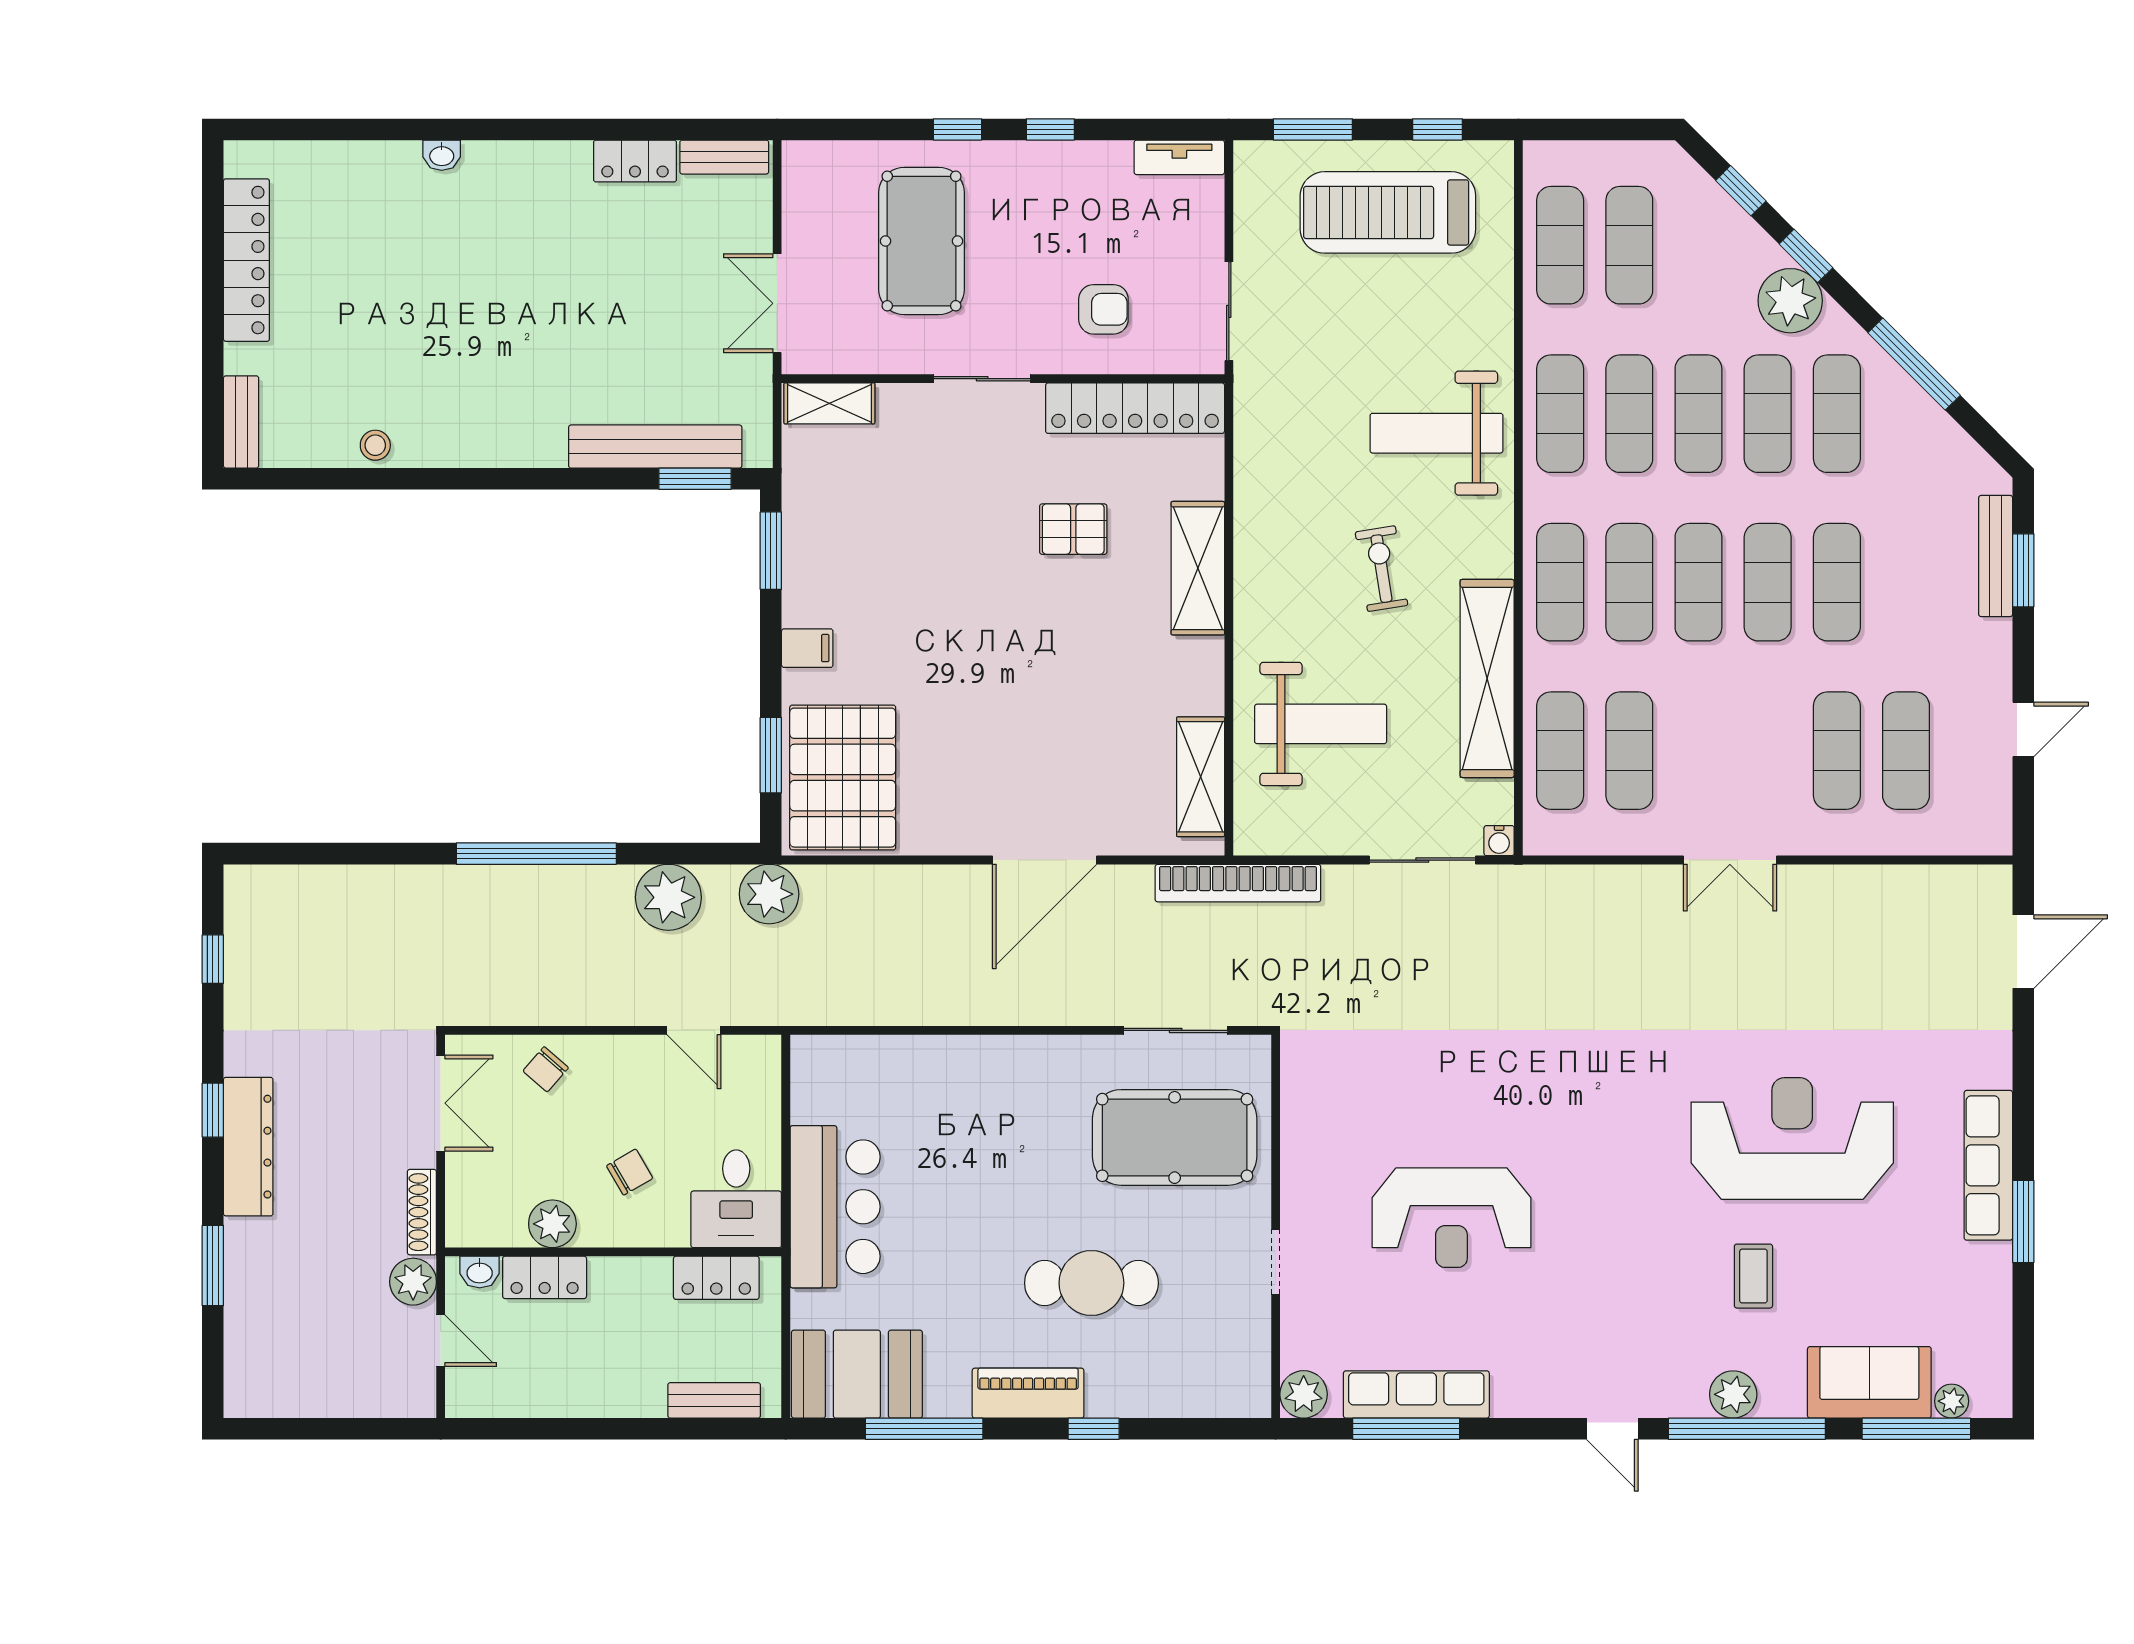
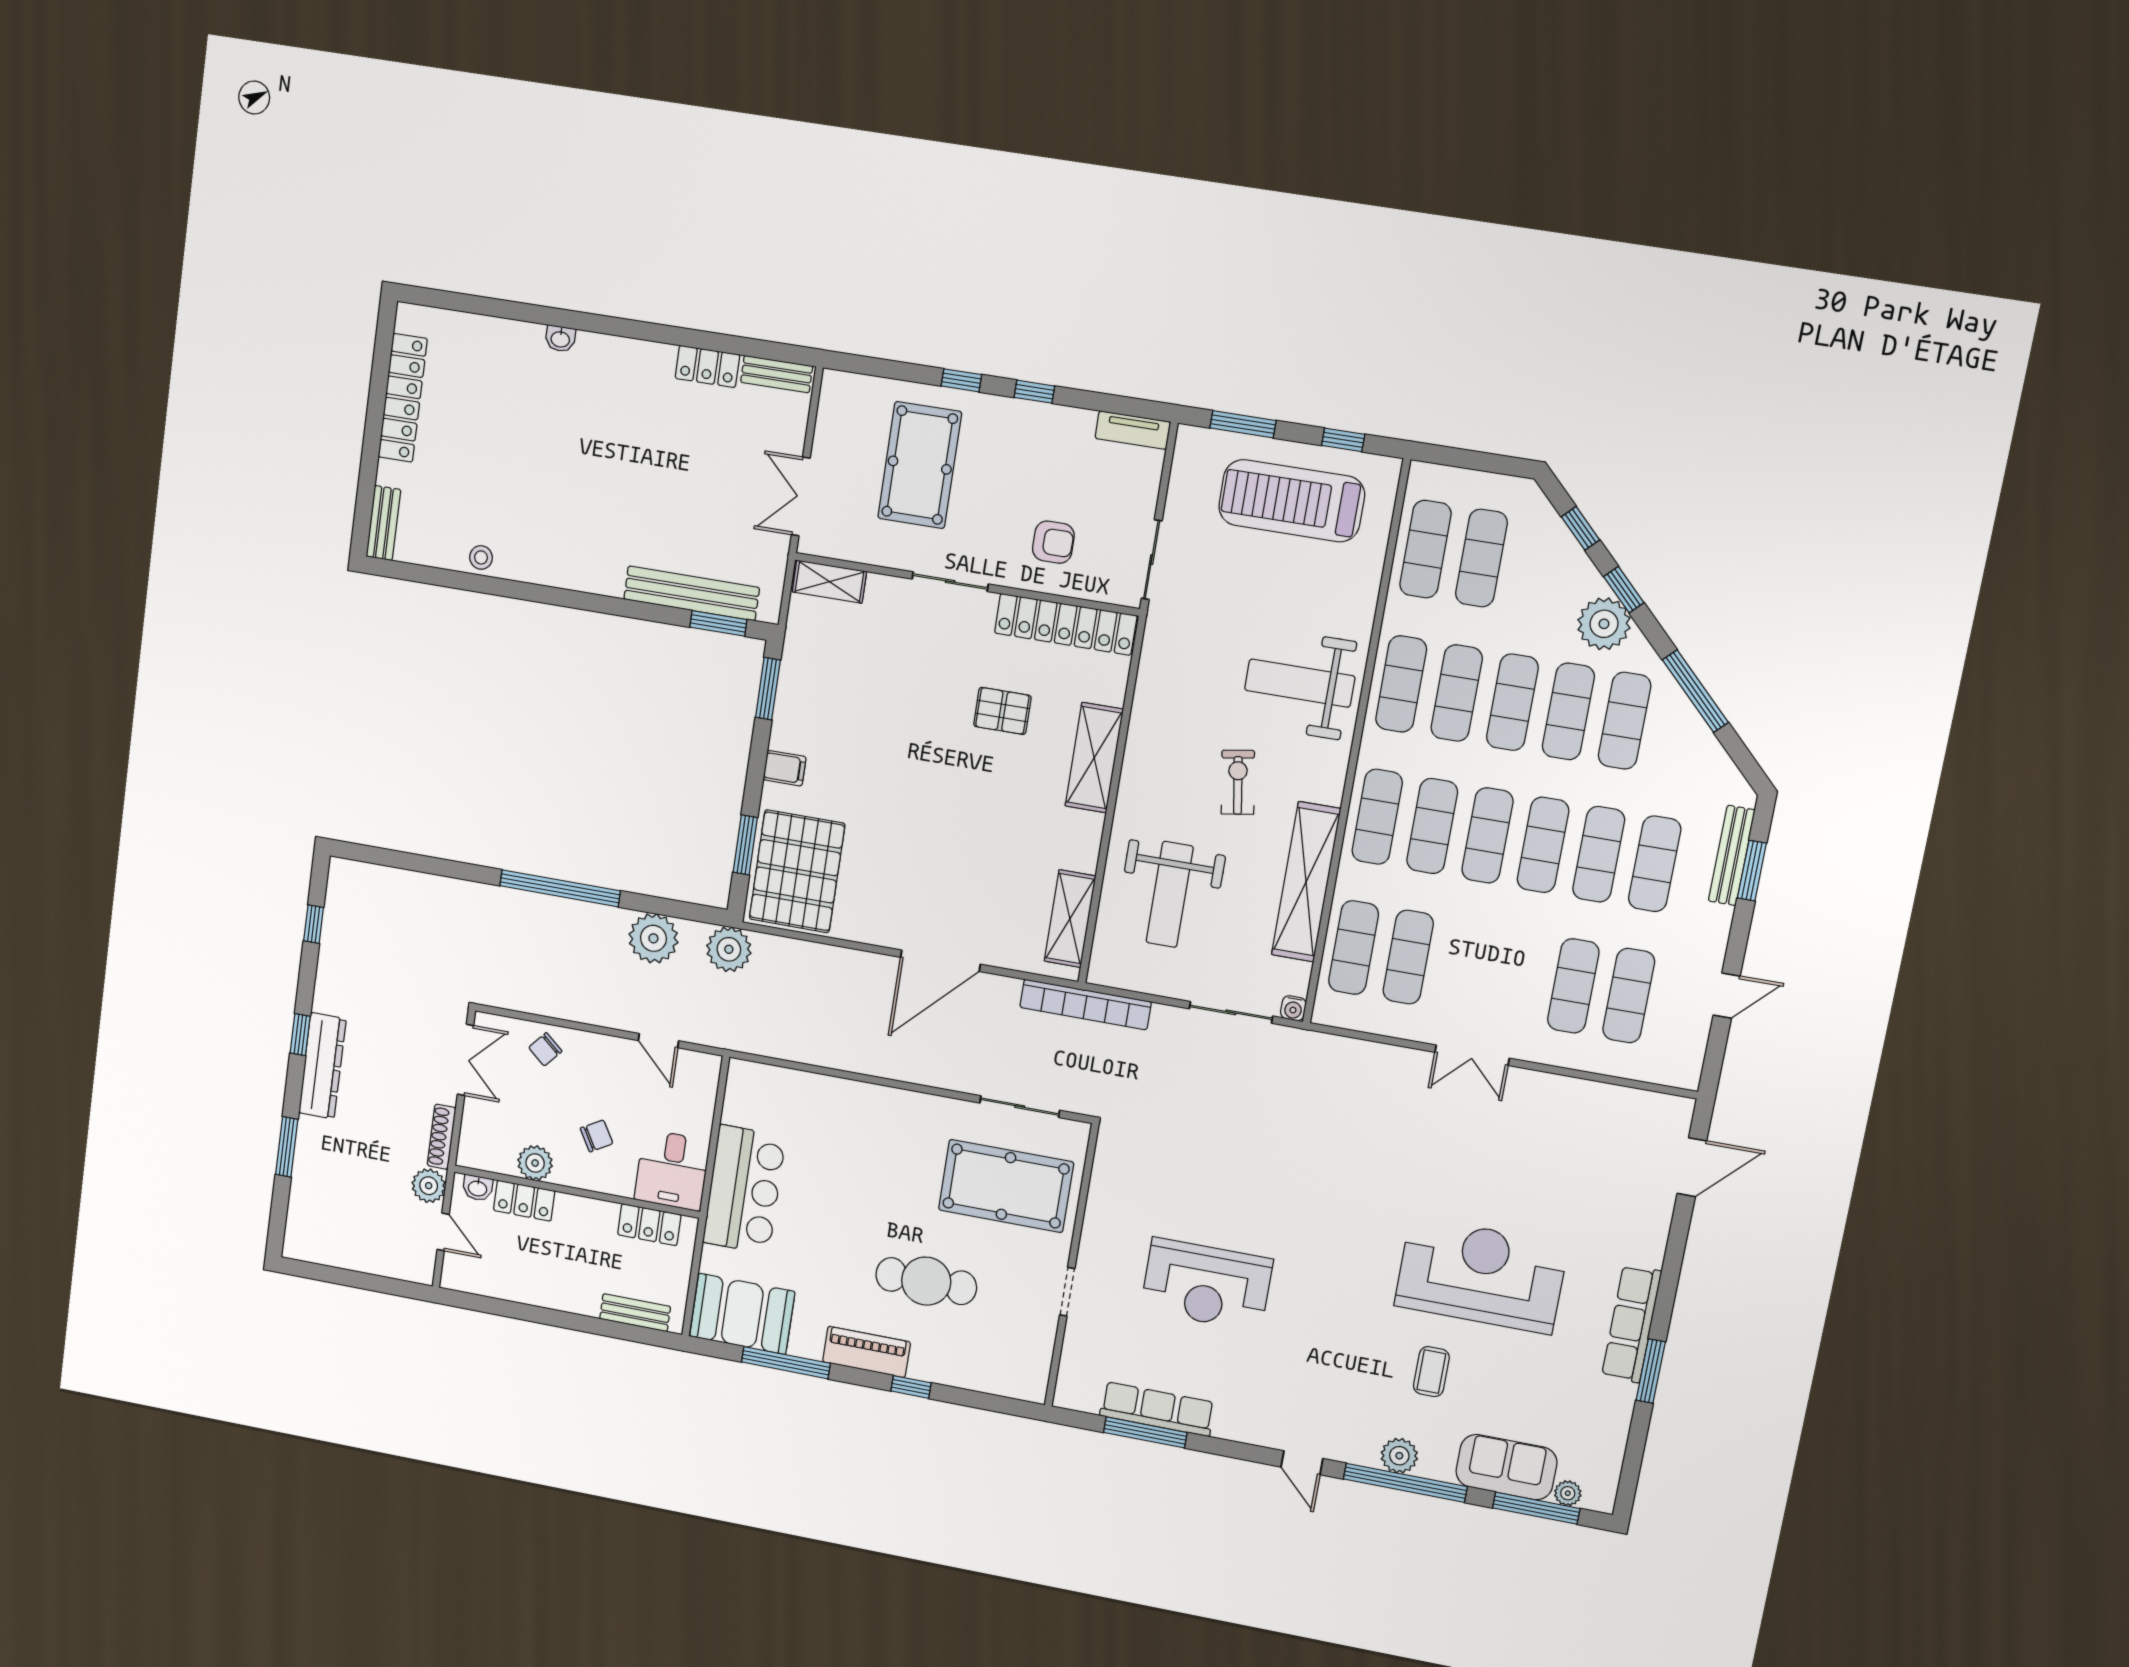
exercise mat: (1906, 582) -> (1655, 864), added
weight bench: (1321, 724) -> (1170, 894), turned 90
plant: (1304, 1394) -> (1072, 1393), removed

